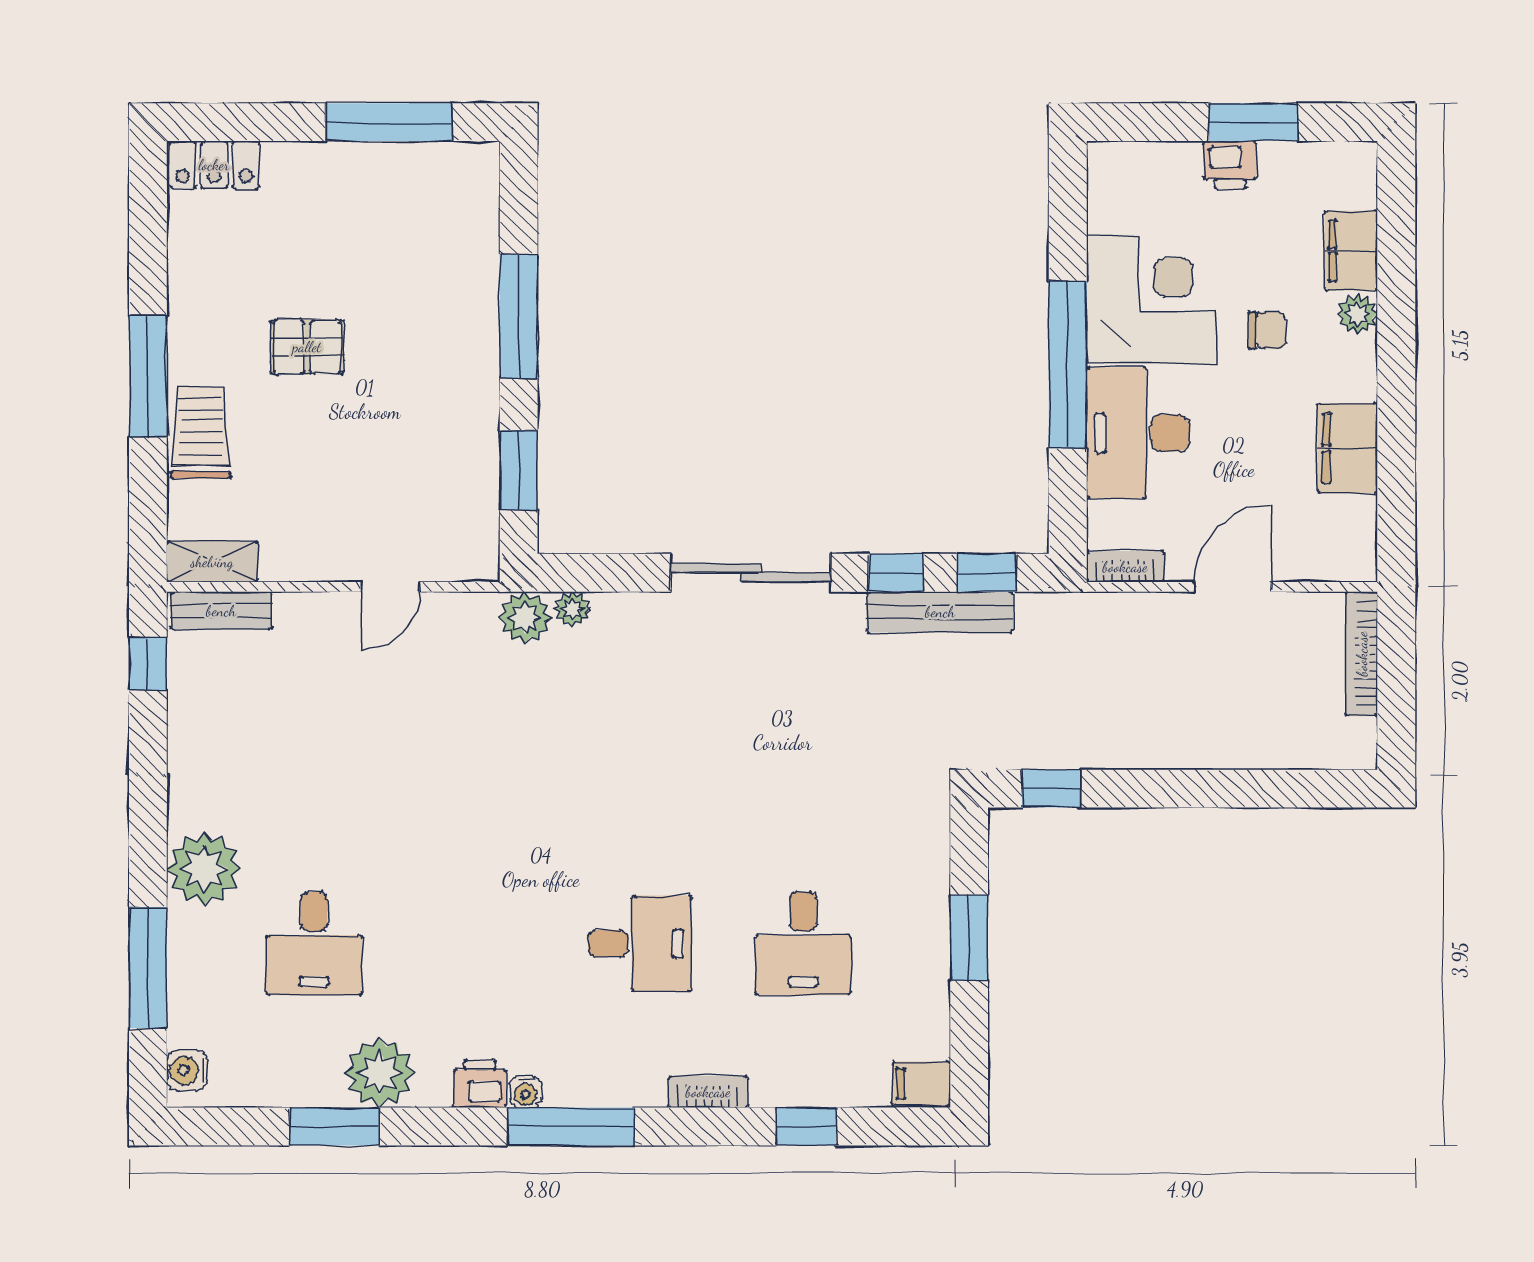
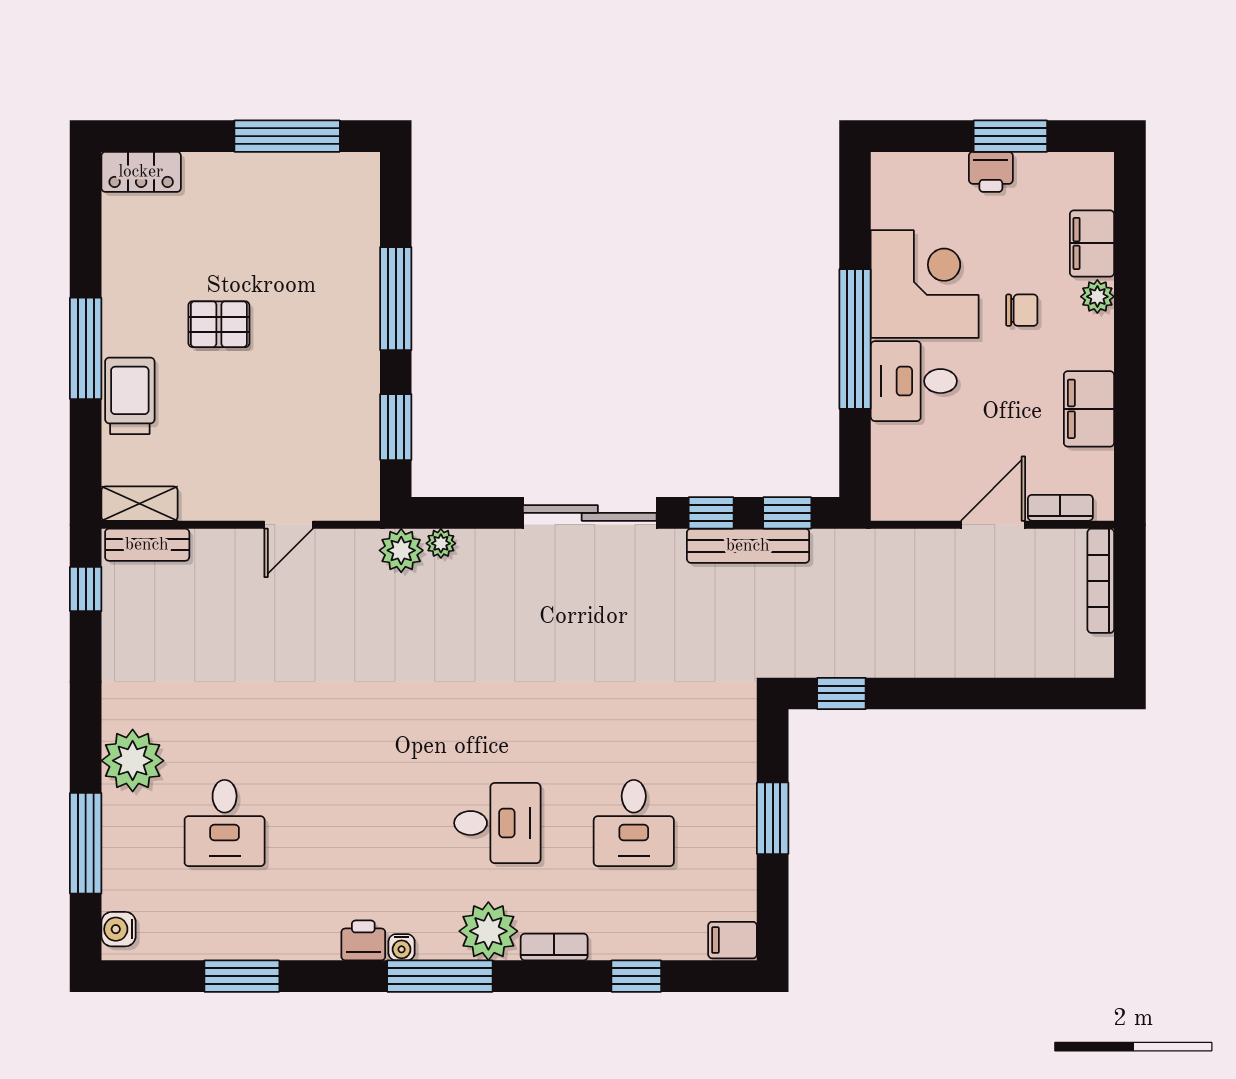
desk: (1138, 433) -> (914, 381), width x0.73
bookcase: (1125, 567) -> (1060, 508), moved
plant: (380, 1073) -> (488, 931), moved

